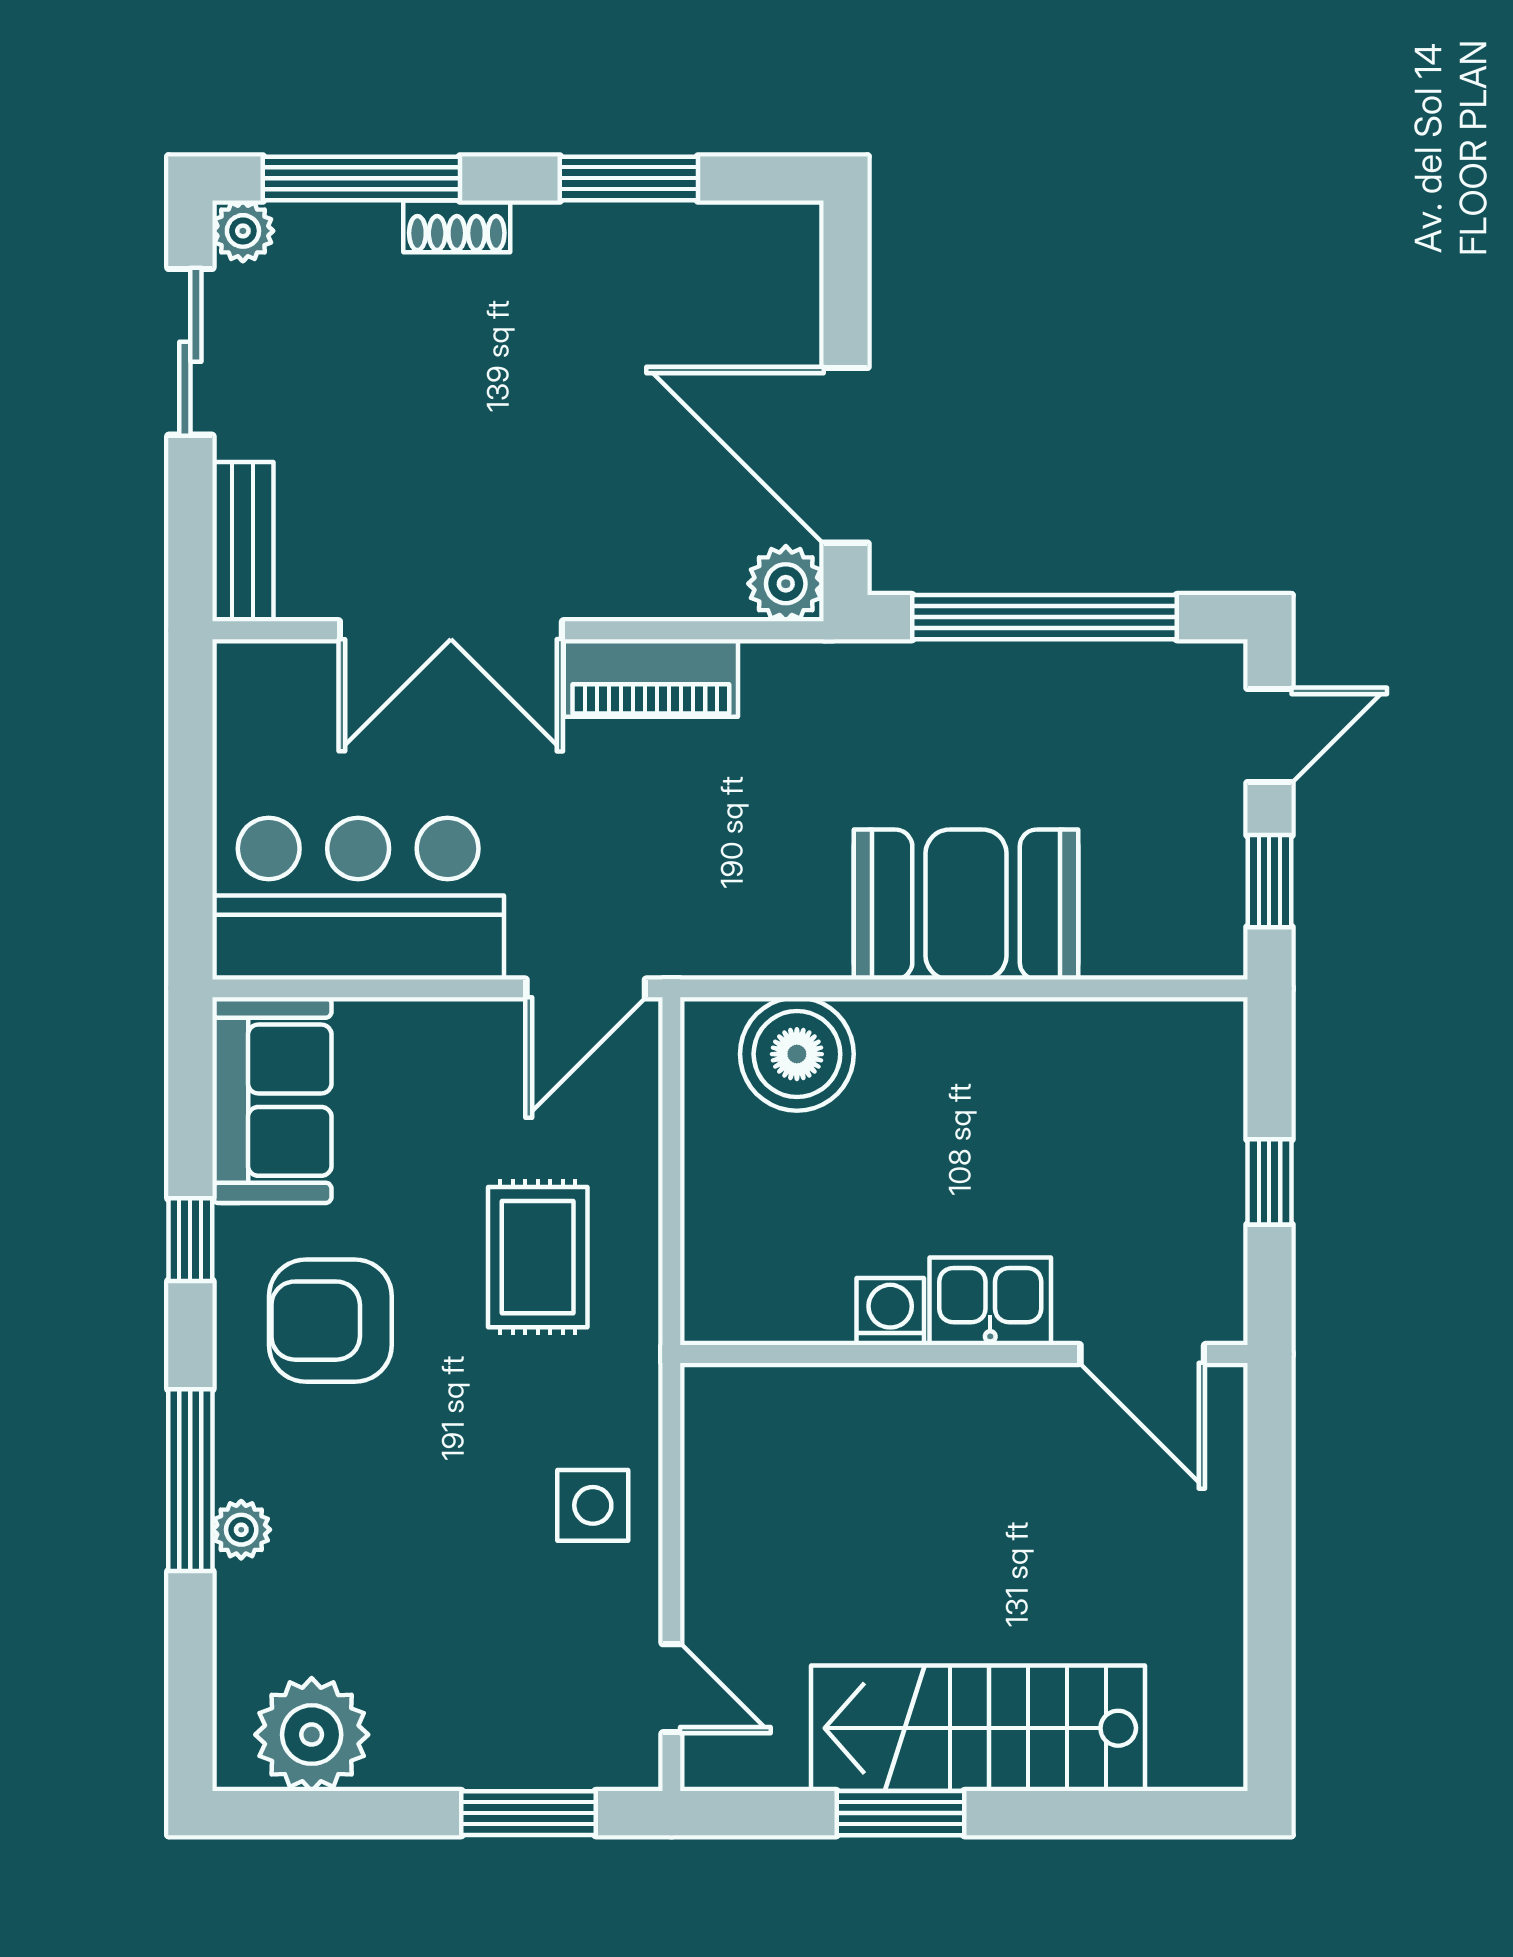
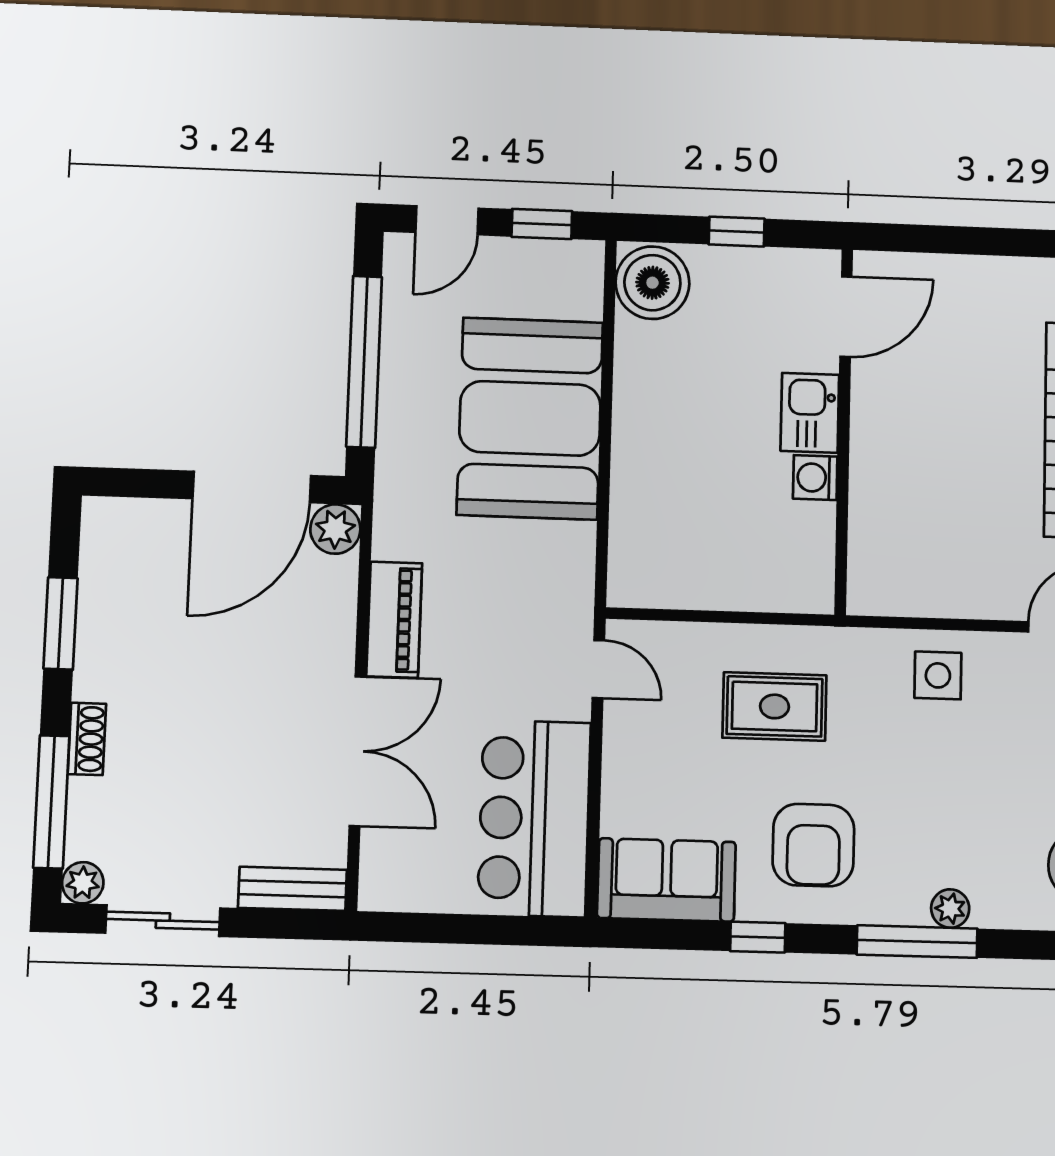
door: (1269, 735) -> (447, 220), swing flipped
booth: (966, 905) -> (530, 418), width x1.36, depth x1.42
door: (586, 988) -> (598, 669), width x0.73
boiler: (797, 1054) -> (652, 283), moved

